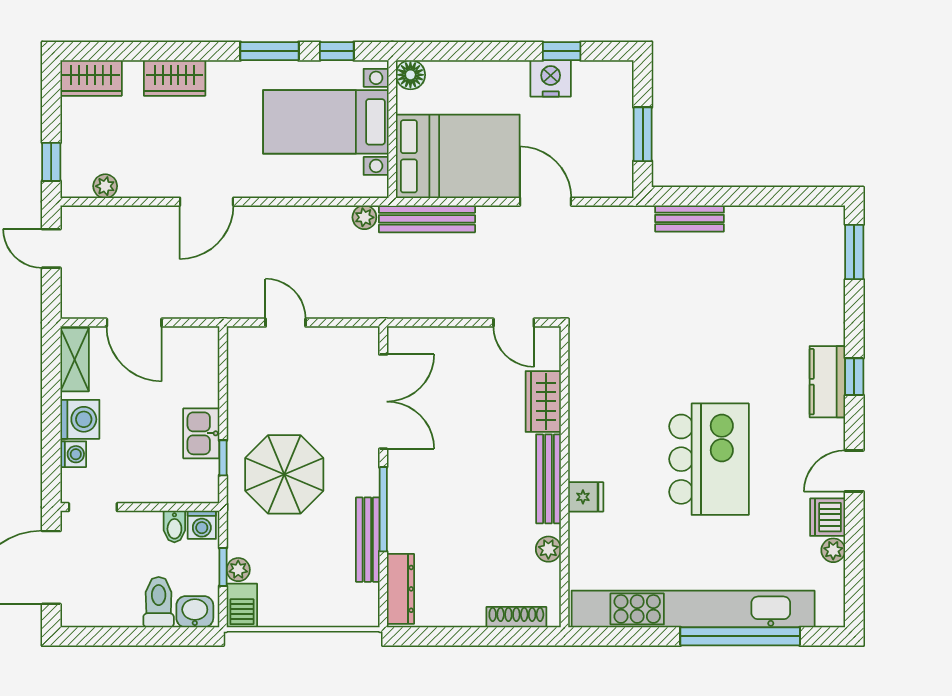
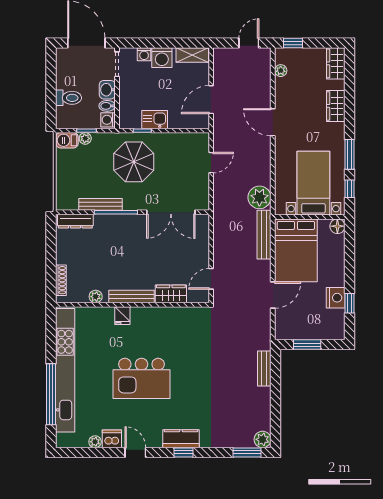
plant: (364, 217) -> (259, 197), width x1.87, depth x1.87
plant: (829, 222) -> (263, 439), added
door: (134, 323) -> (211, 100), moved
washbasin: (195, 612) -> (107, 90), moved, turned 180

